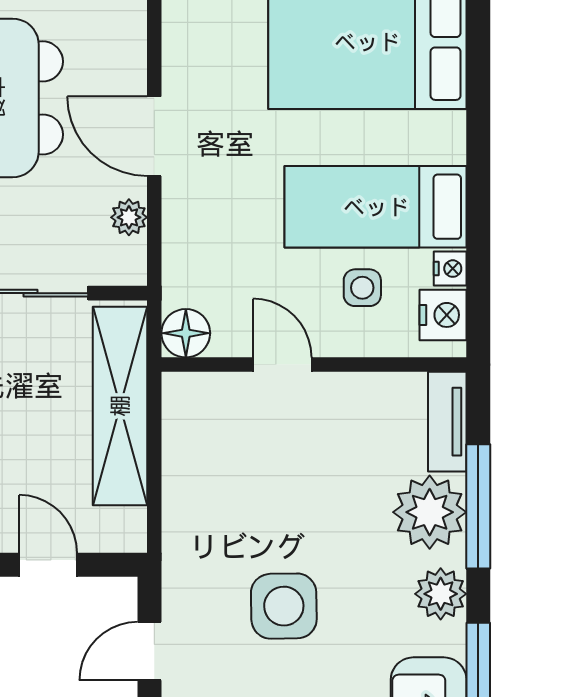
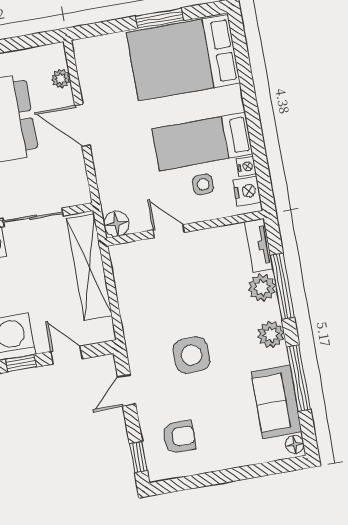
plant: (129, 217) -> (61, 79), moved
plant: (430, 512) -> (262, 288), width x0.73, depth x0.73

